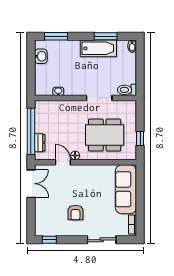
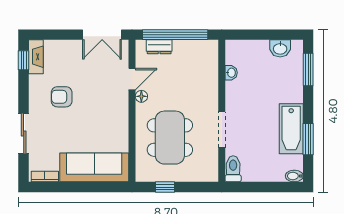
fireplace: (47, 231) -> (36, 57), added

